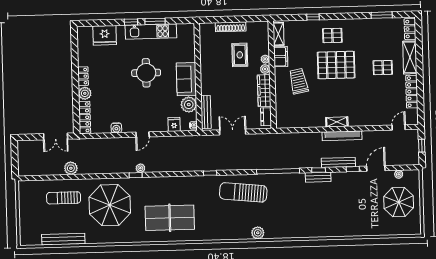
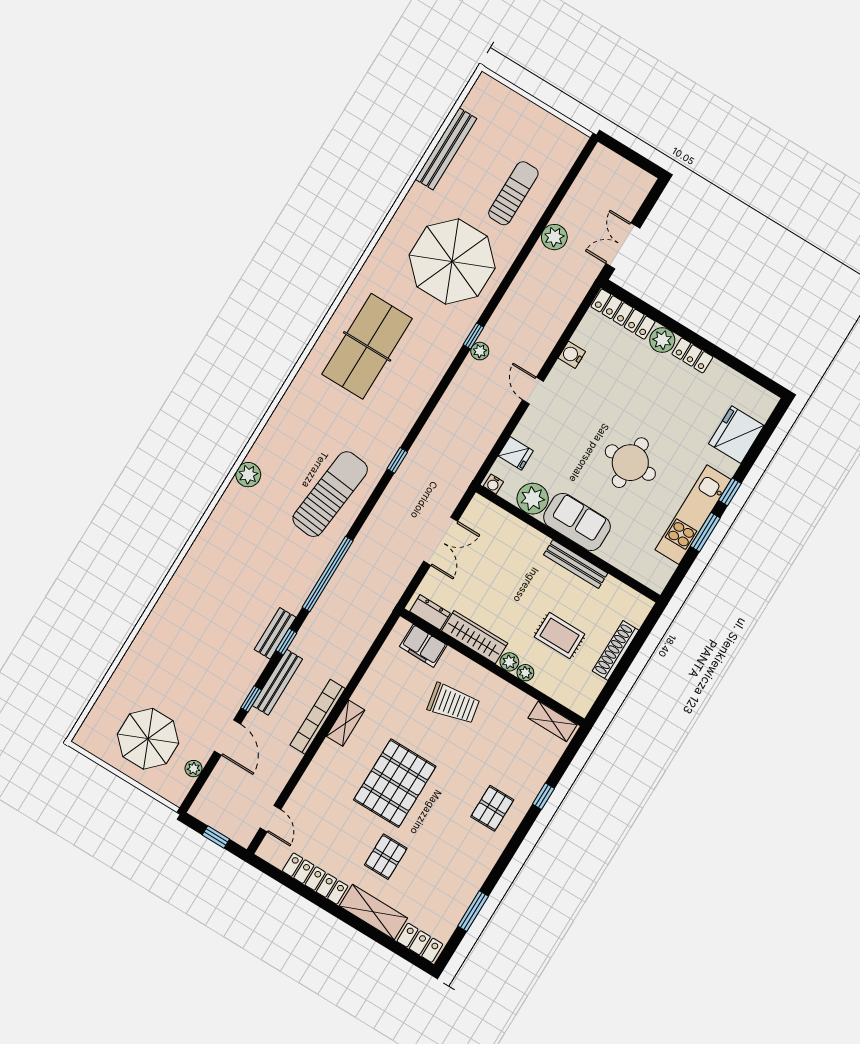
filing cabinet: (281, 57) -> (423, 646), moved
pallet: (336, 65) -> (395, 783), moved
bench: (206, 112) -> (576, 564), moved

